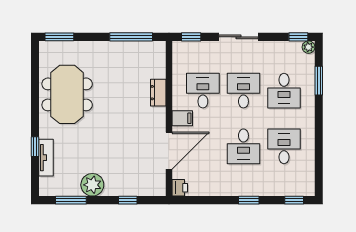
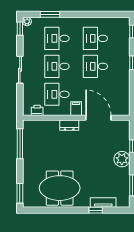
window: (191, 37) -> (20, 102), removed
desk: (284, 91) -> (57, 38), turned 180
dresser: (158, 93) -> (69, 125), moved
desk: (243, 146) -> (95, 66), turned 180
plant: (92, 185) -> (122, 159), moved
printer: (180, 188) -> (37, 110), moved

